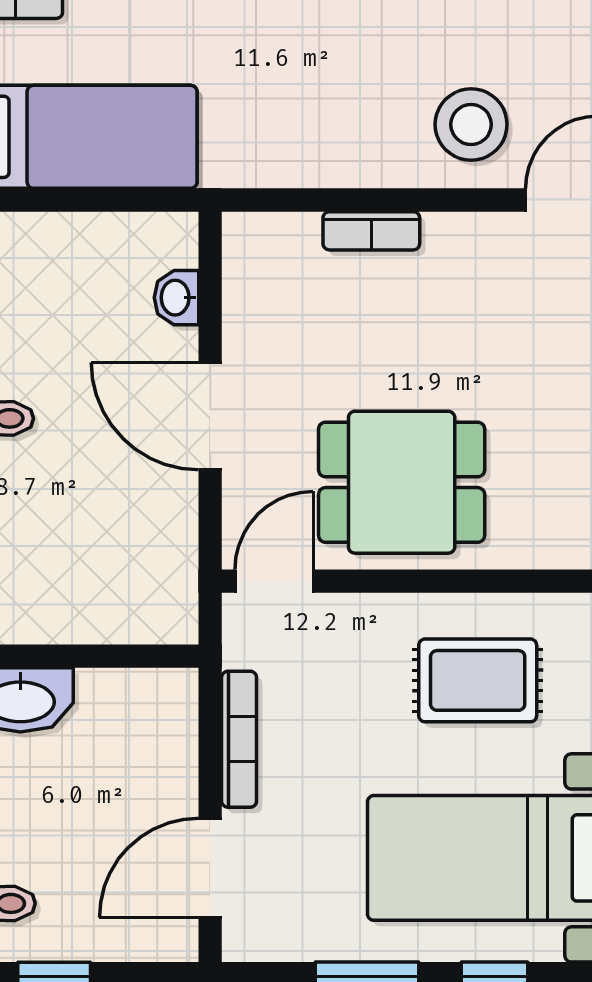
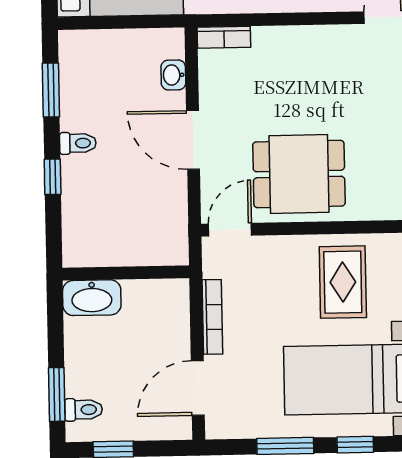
bookcase: (371, 231) -> (224, 37), moved
rug: (478, 680) -> (343, 282), turned 90

